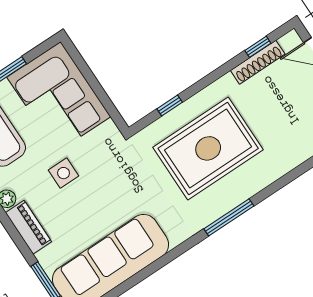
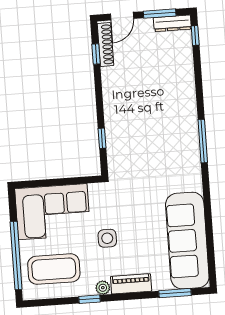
shoe rack: (258, 62) -> (105, 44), moved
rug: (208, 148) -> (147, 128), removed

